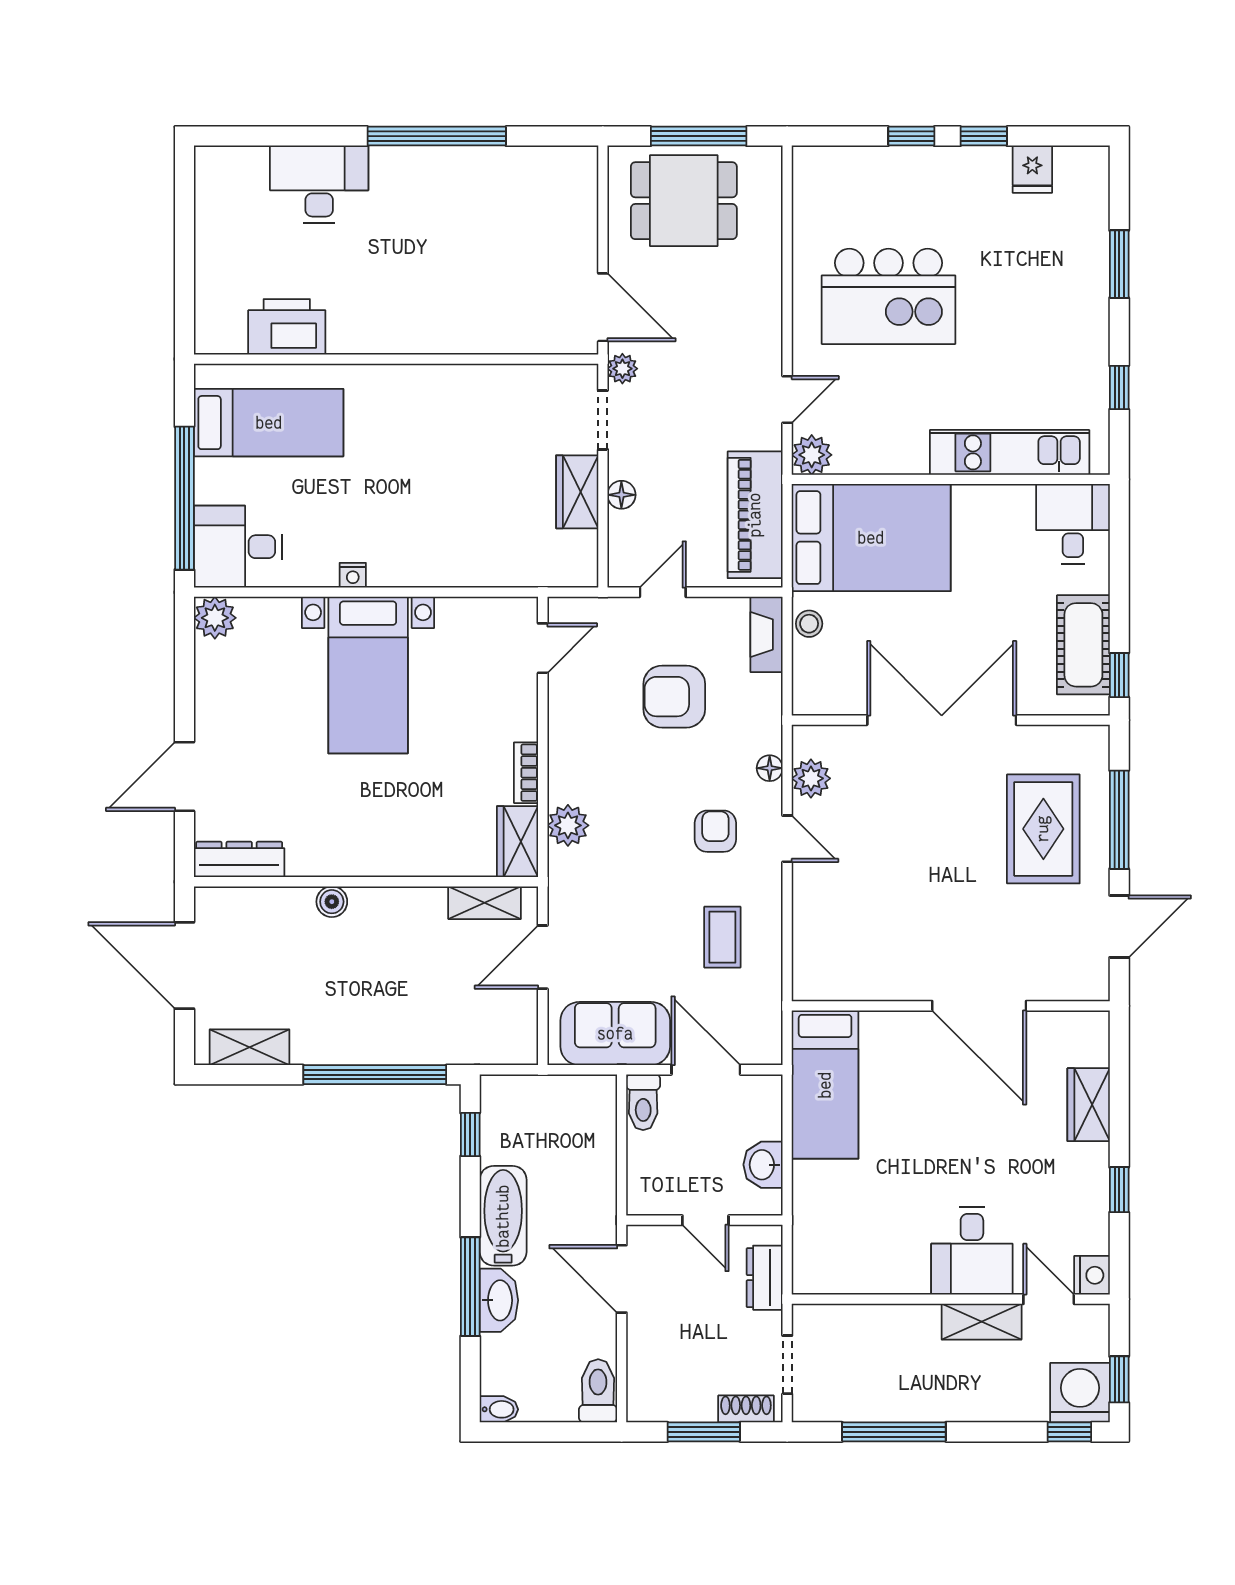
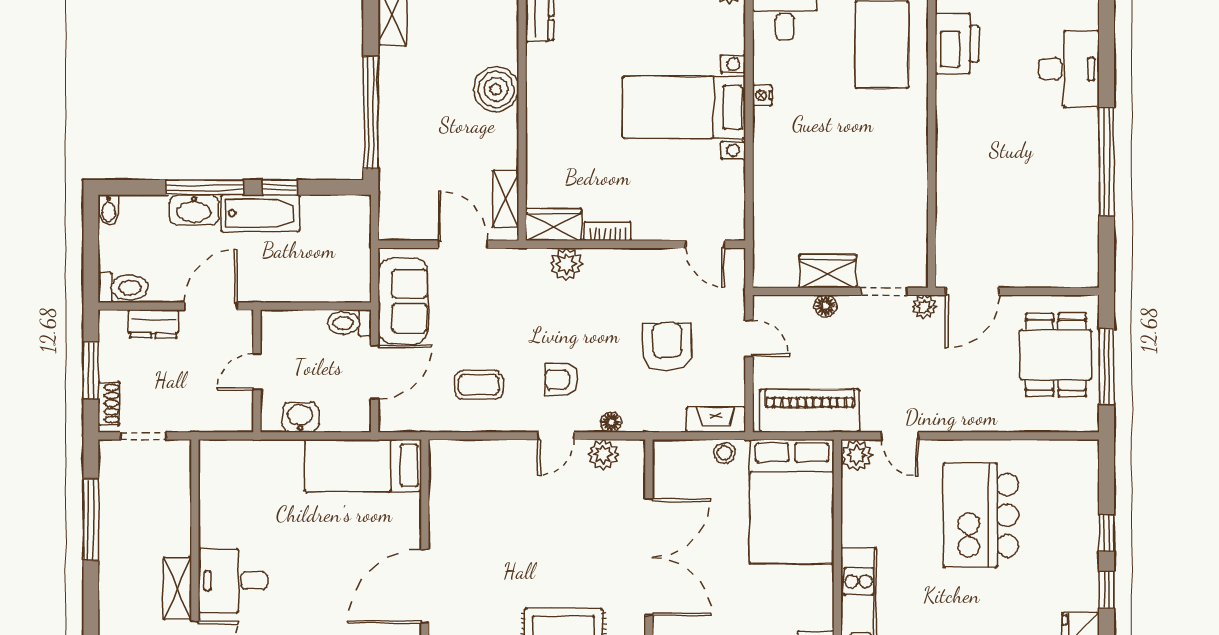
armchair: (715, 831) -> (562, 380), turned 180
boiler: (332, 902) -> (496, 89), width x1.86, depth x1.86
window: (470, 1135) -> (280, 187), moved
dresser: (765, 1278) -> (153, 324), moved, turned 180

